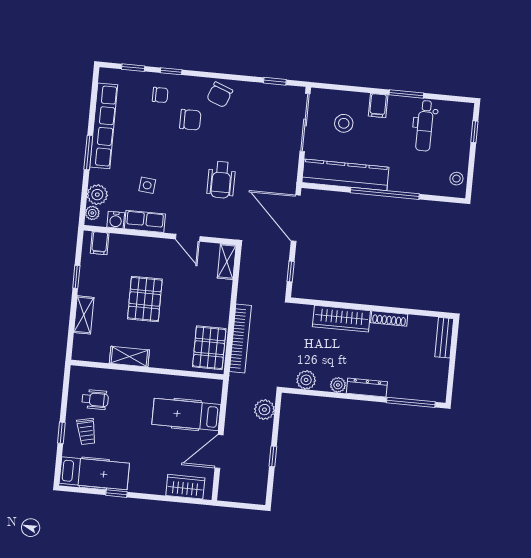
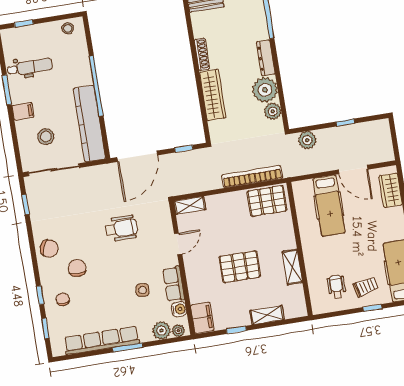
filing cabinet: (100, 243) -> (202, 318), width x2.00
plant: (338, 385) -> (265, 90), width x1.87, depth x1.87

